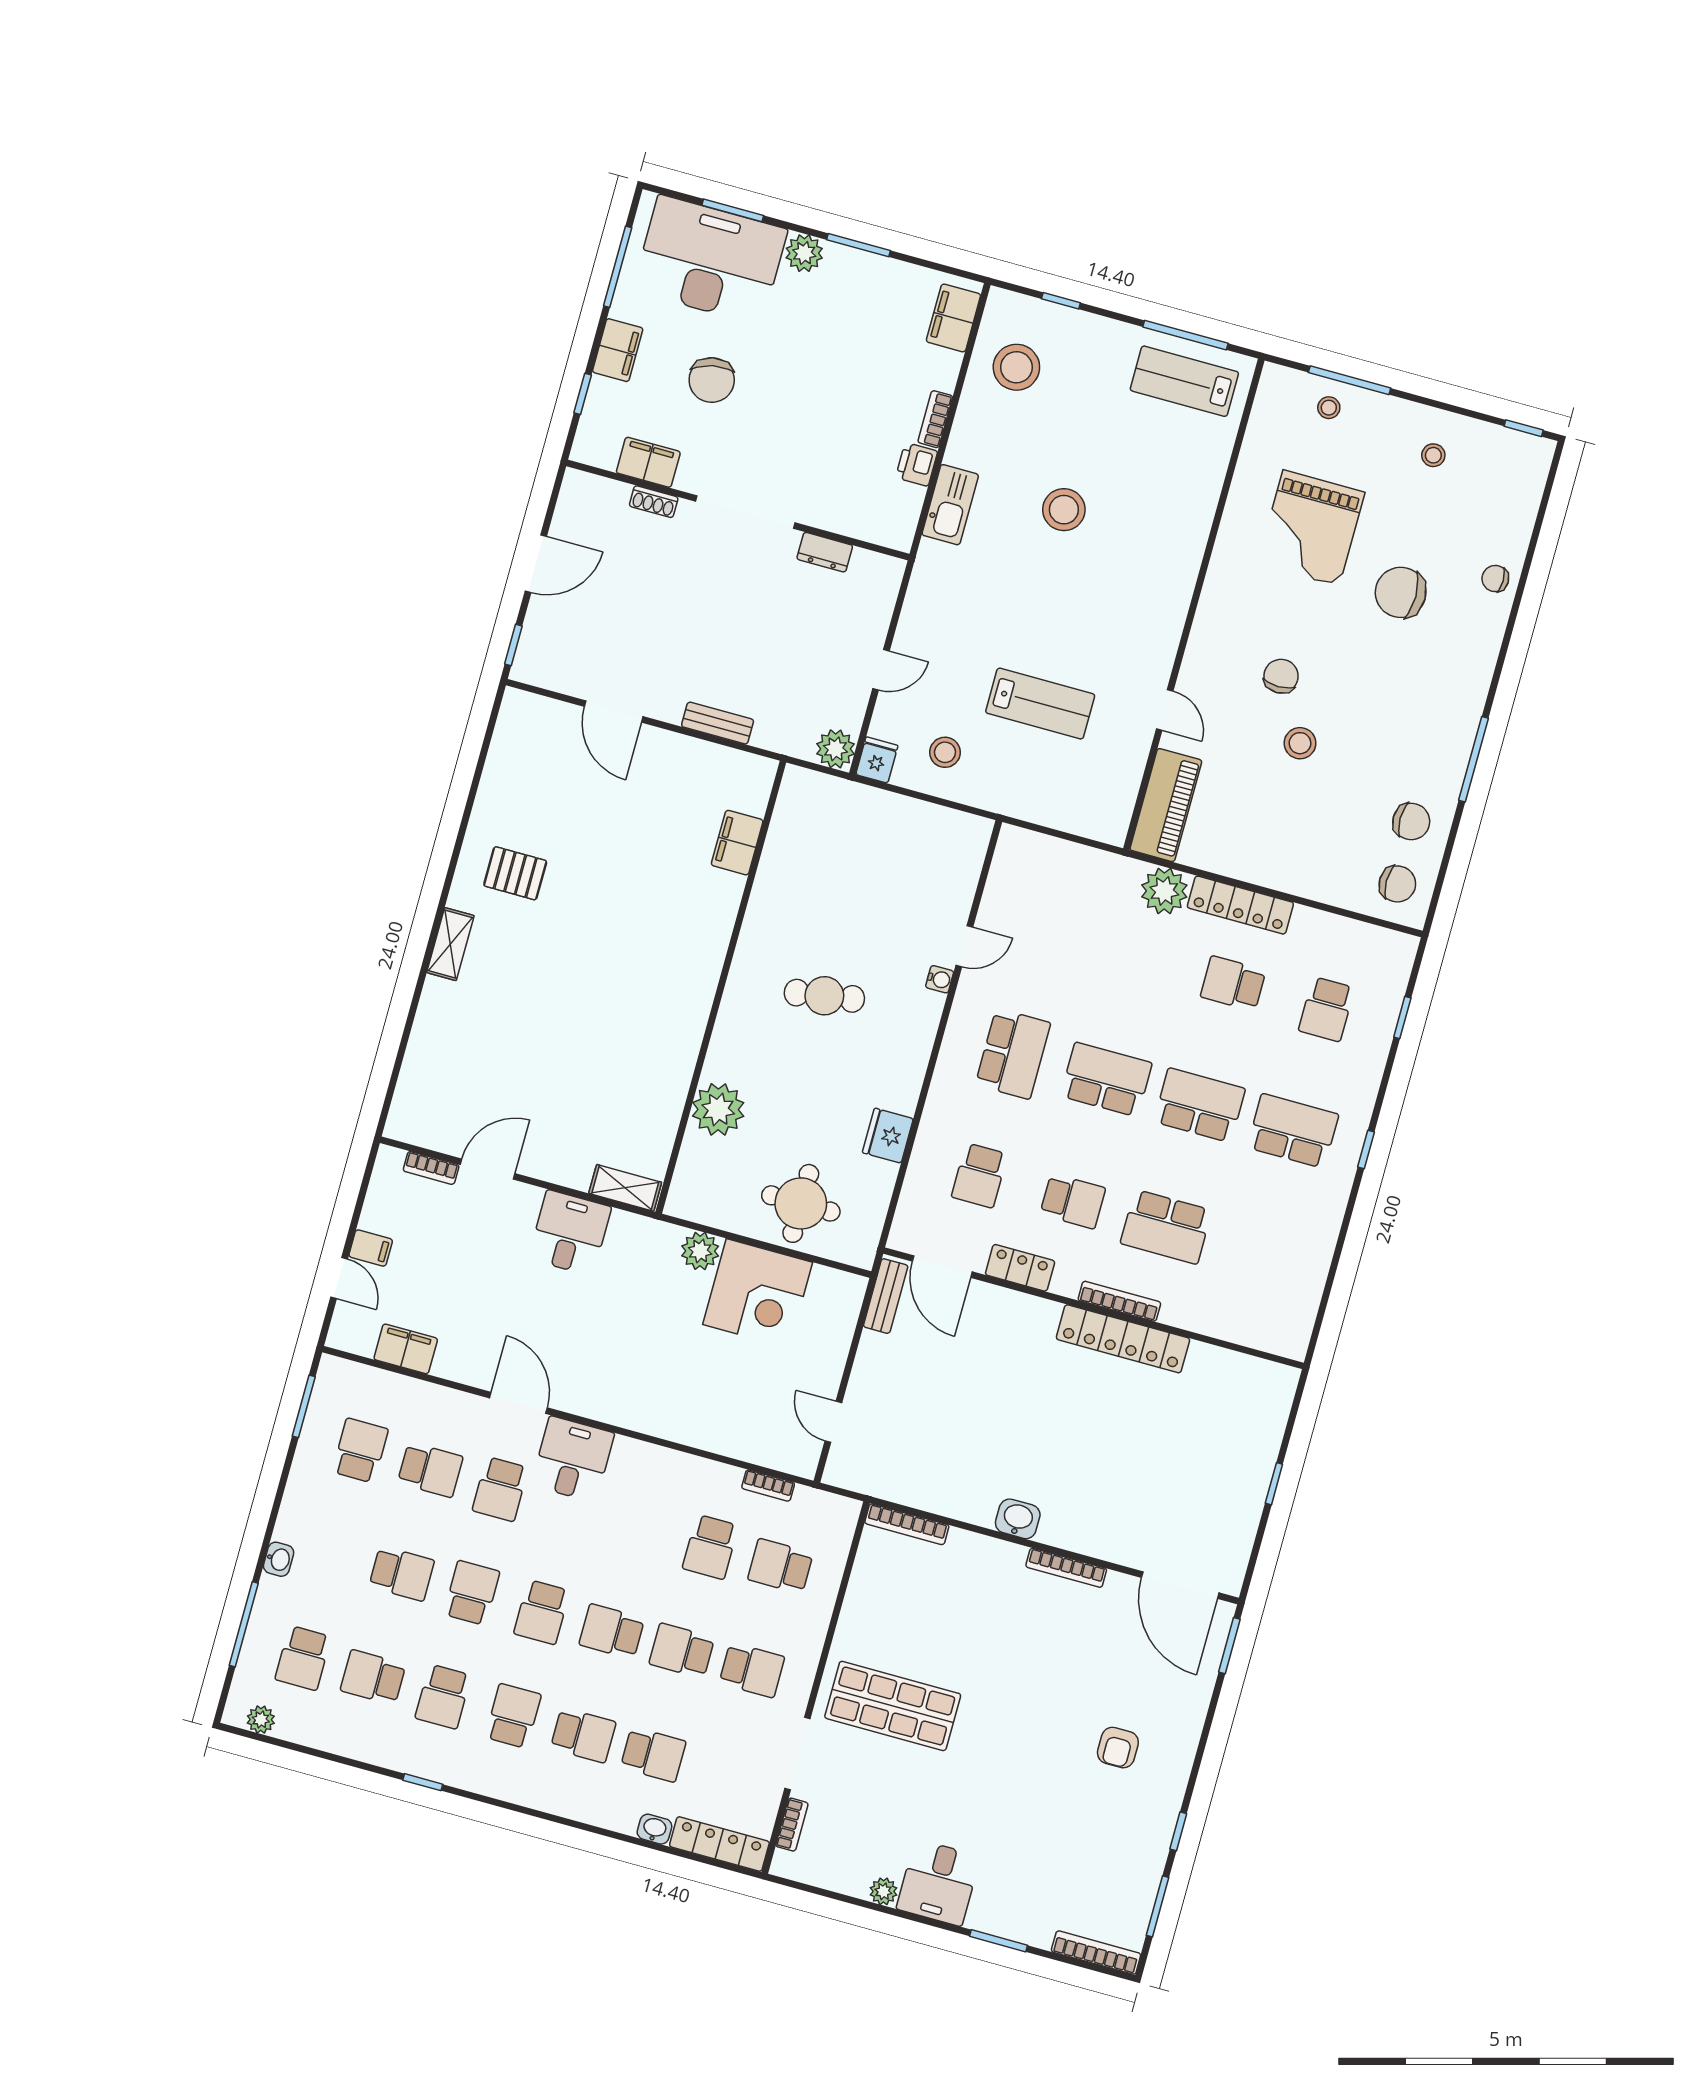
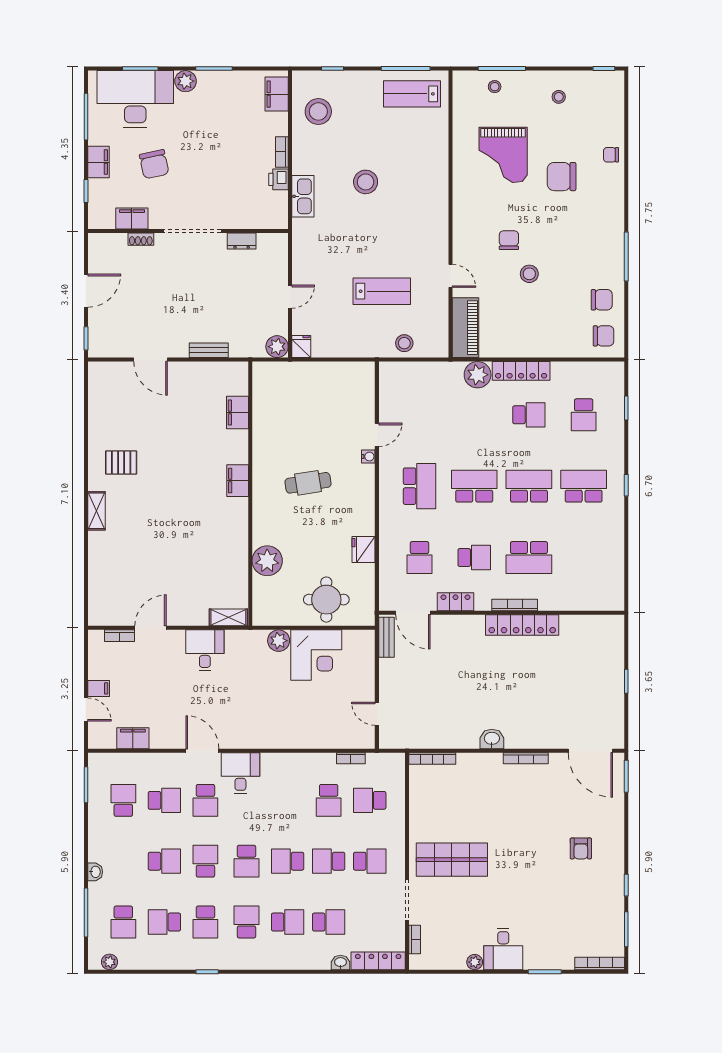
stool: (945, 752) -> (404, 343), moved
filing cabinet: (705, 959) -> (238, 481), added
school desk: (1233, 983) -> (529, 415), turned 180

